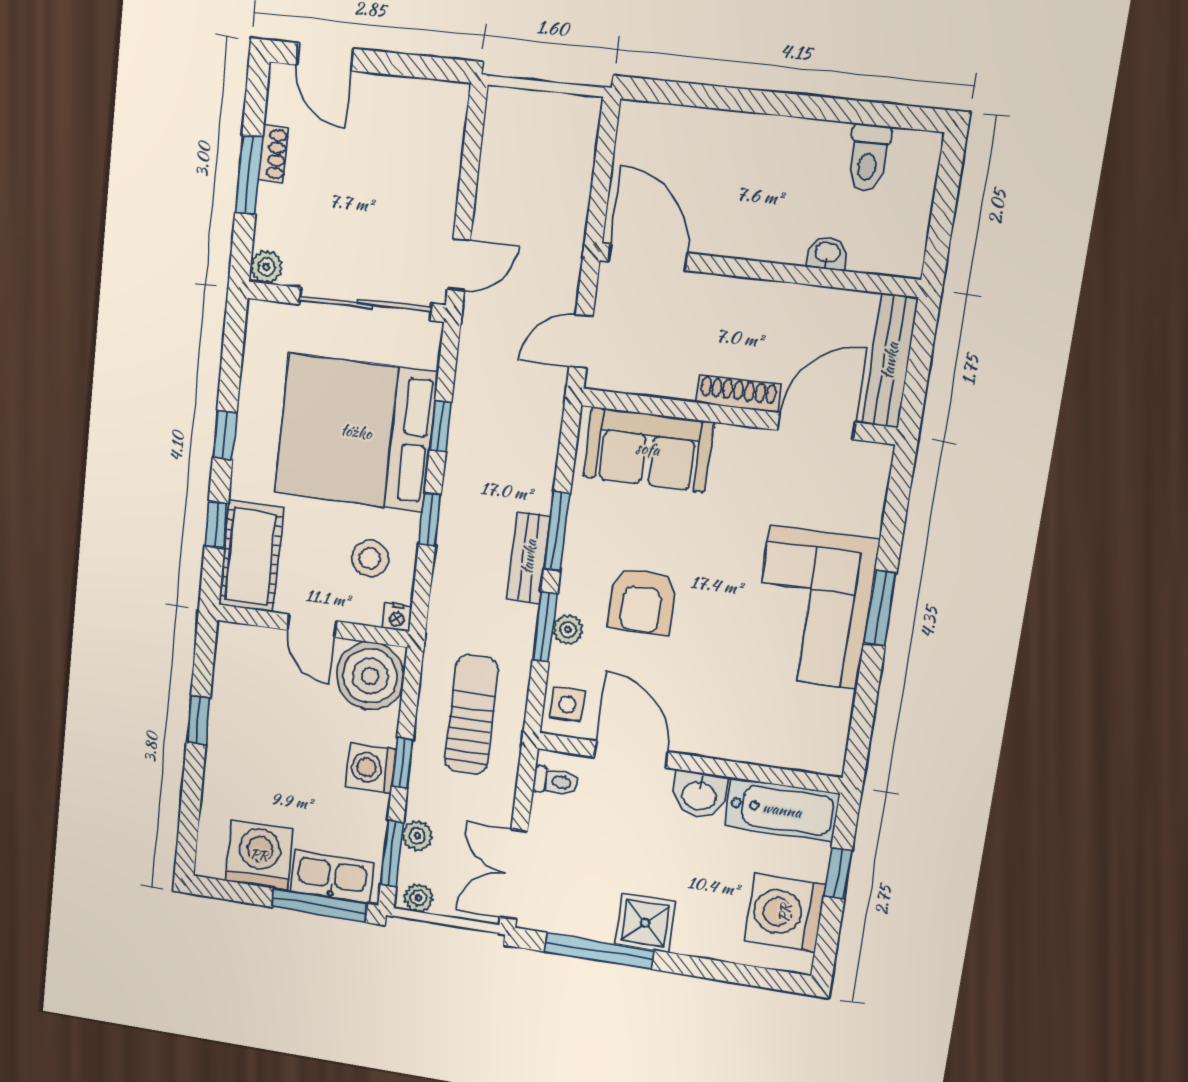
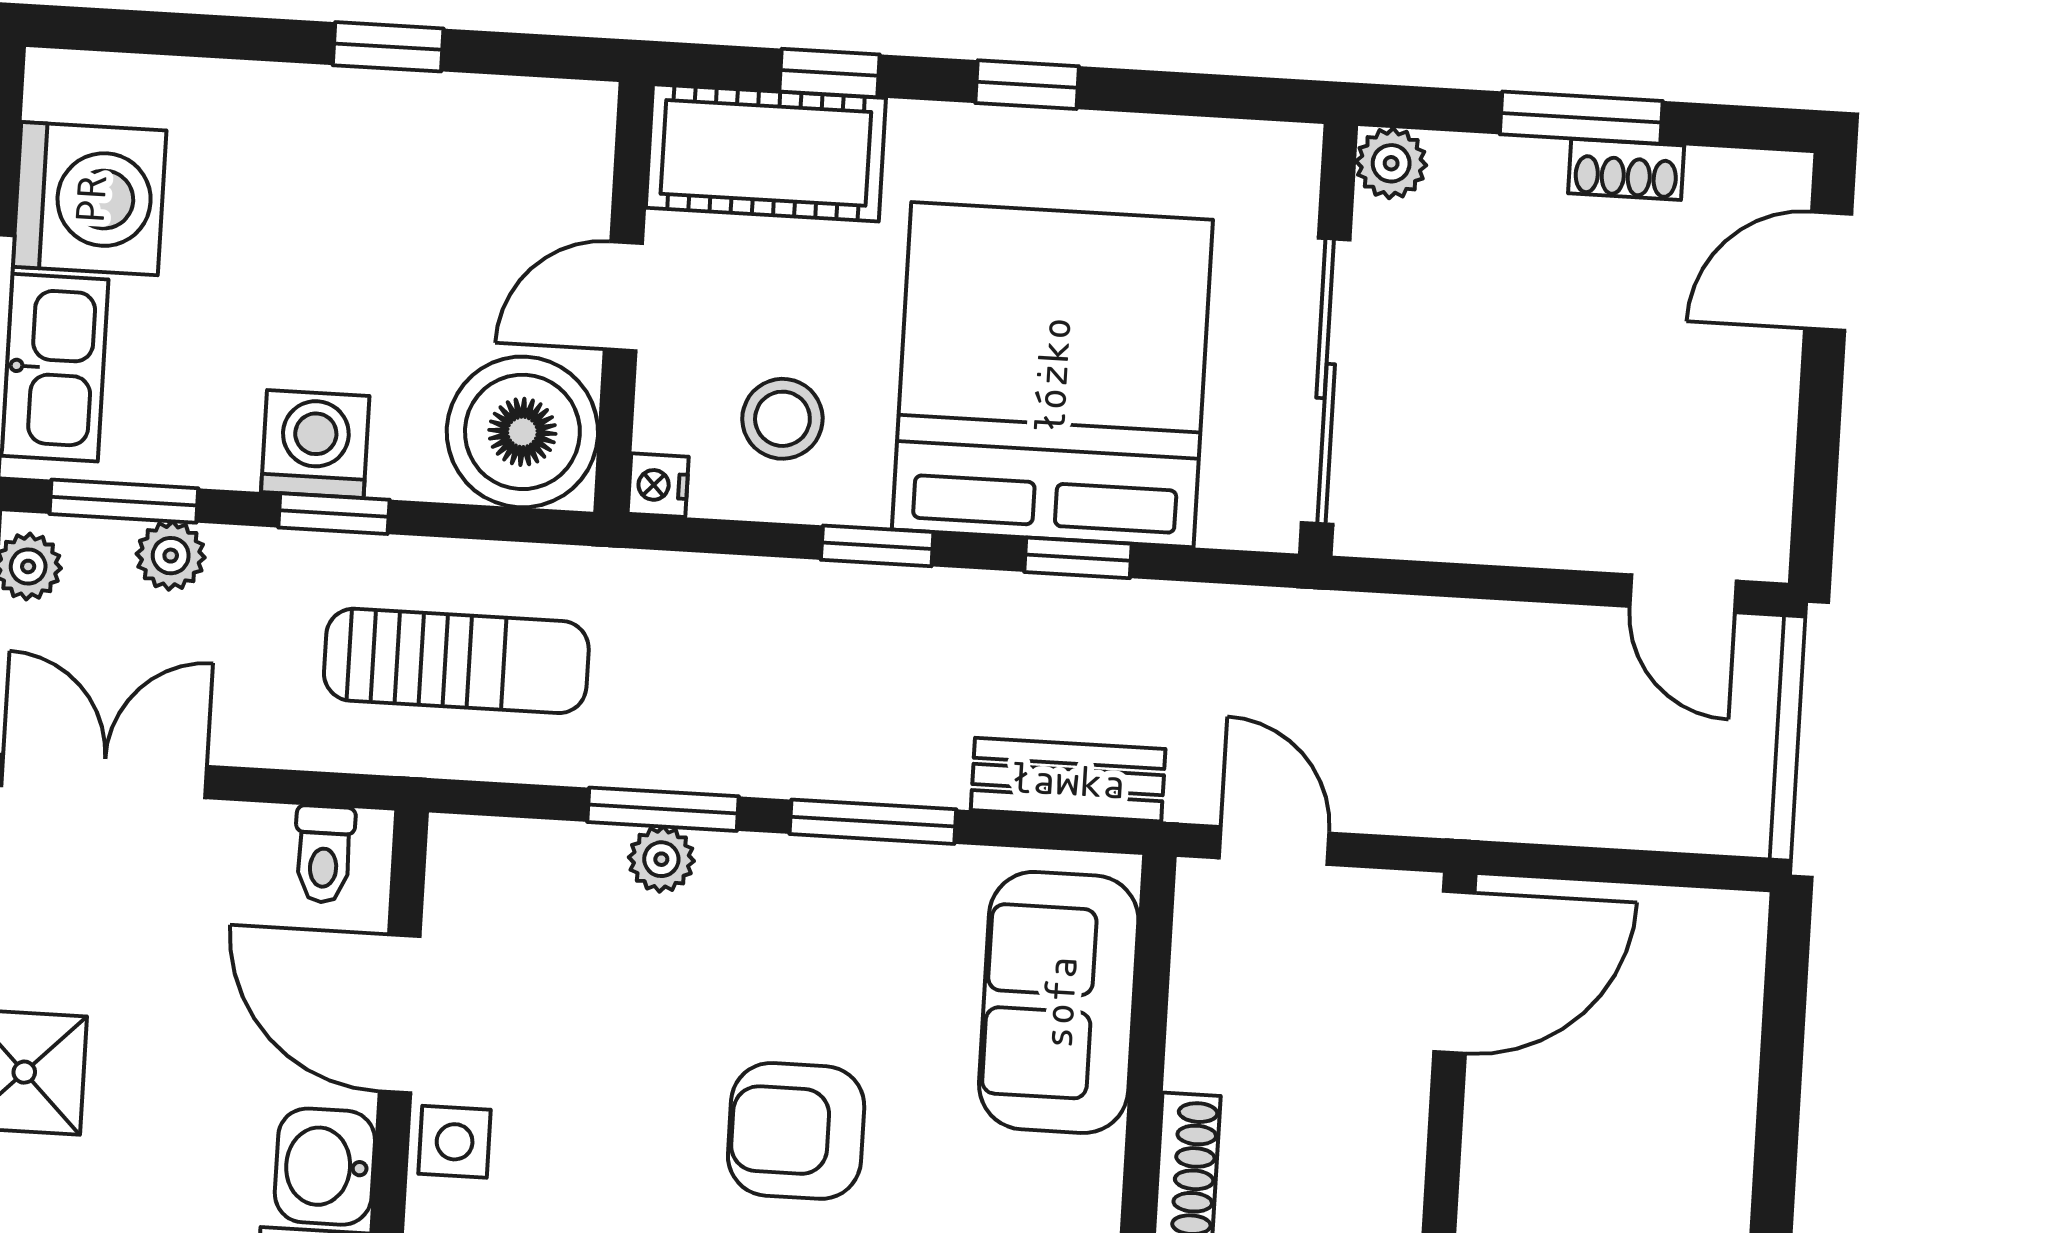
door: (459, 264) -> (1683, 594), moved
bench: (529, 557) -> (1068, 780), moved
armchair: (642, 601) -> (796, 1131), moved
side table: (567, 704) -> (455, 1142), moved
door: (631, 754) -> (400, 1014), swing flipped

